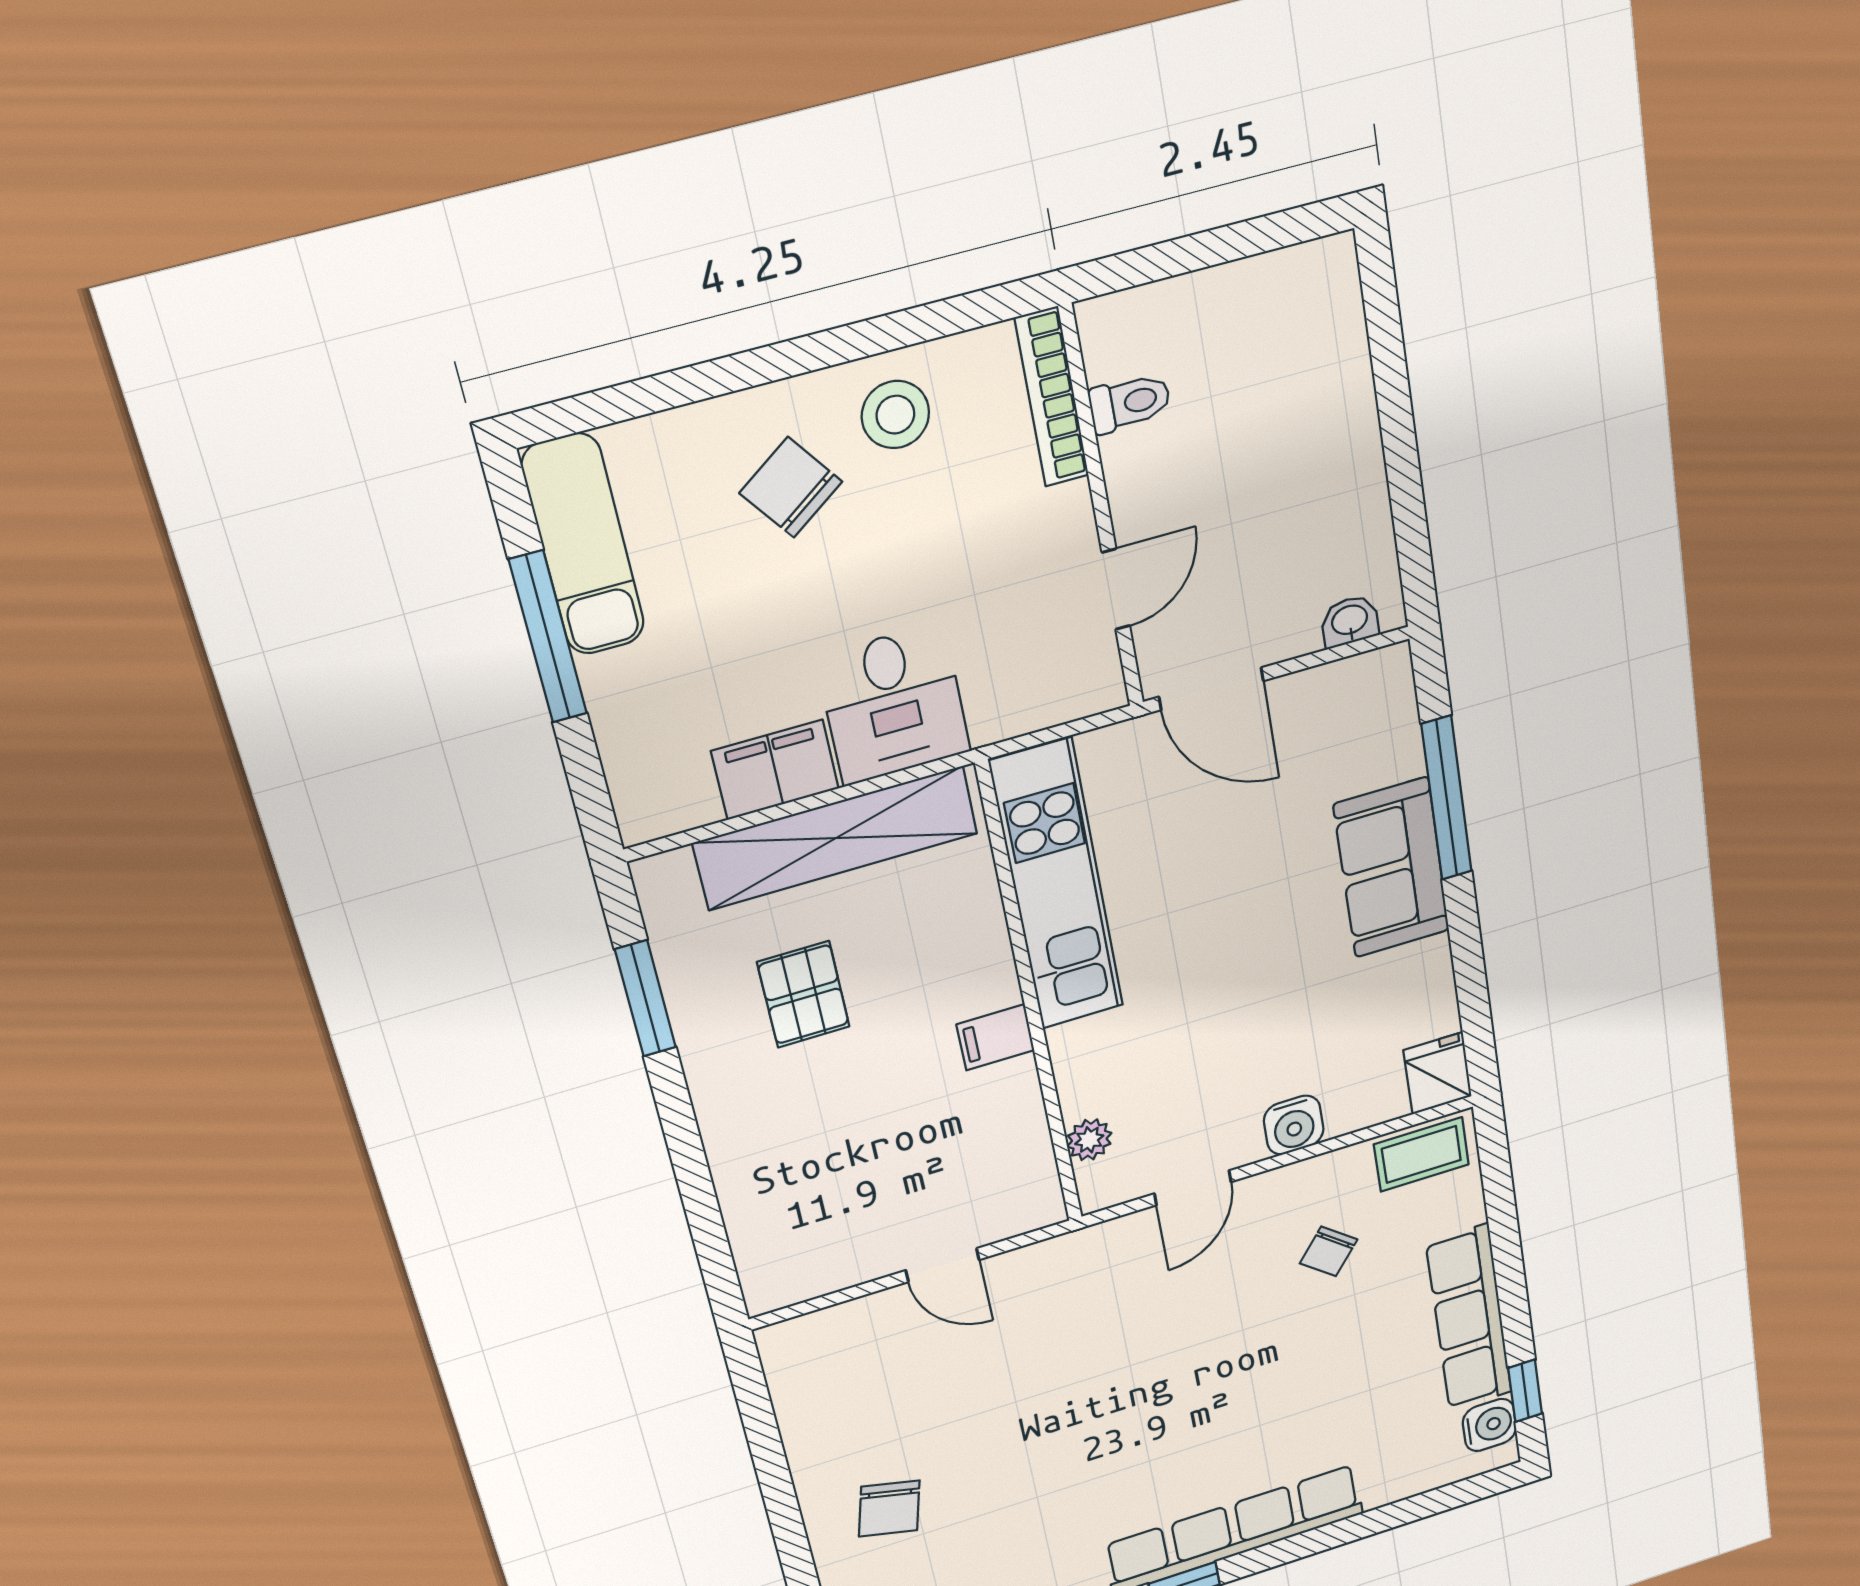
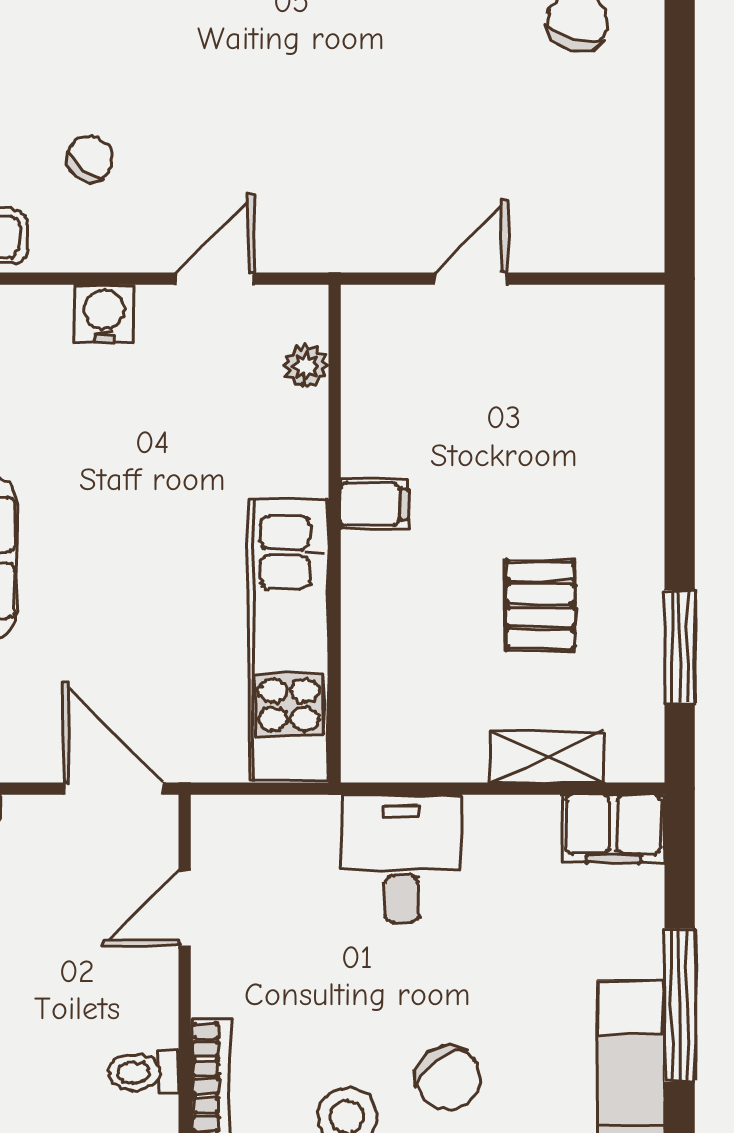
filing cabinet: (775, 770) -> (613, 829), moved
shelving: (836, 838) -> (547, 757), width x0.45, depth x0.75
door: (943, 1265) -> (471, 279), hinge flipped

